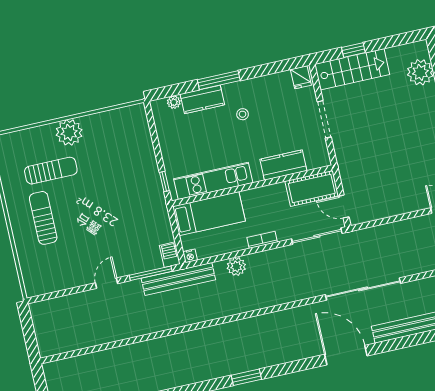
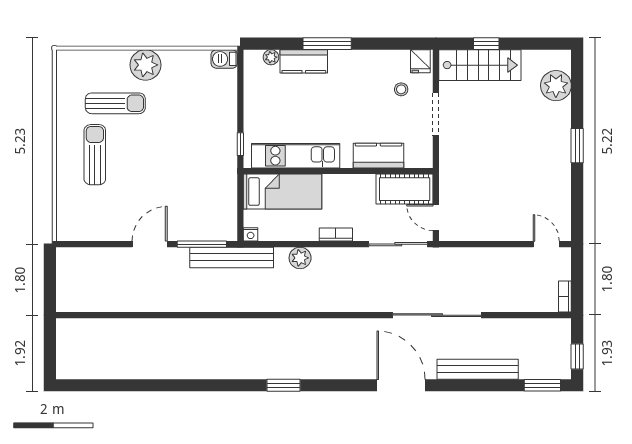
stool: (243, 114) -> (401, 89), moved
barbecue: (170, 255) -> (224, 59), moved, turned -90
door: (107, 283) -> (150, 244), width x1.38

